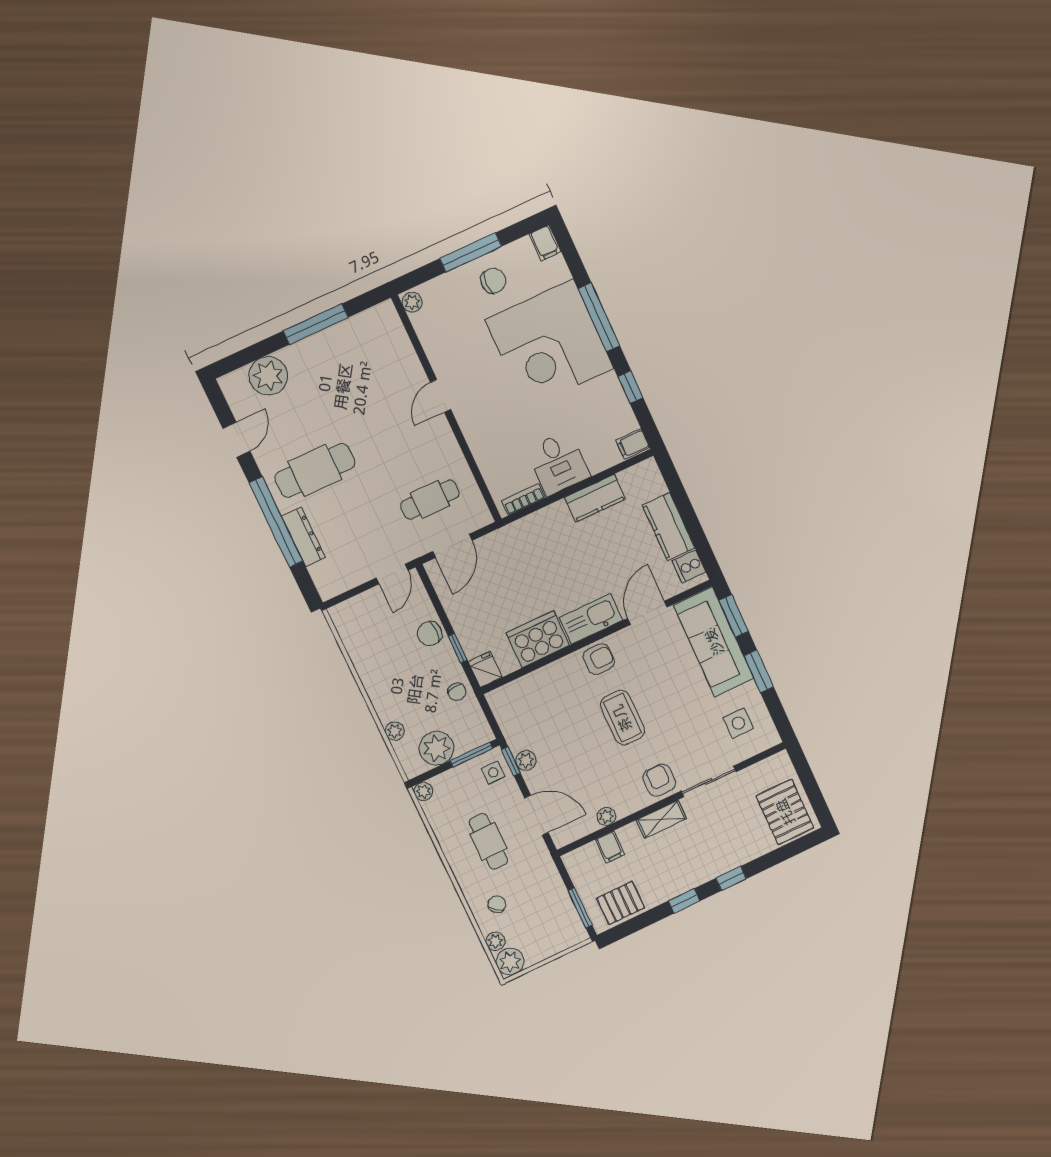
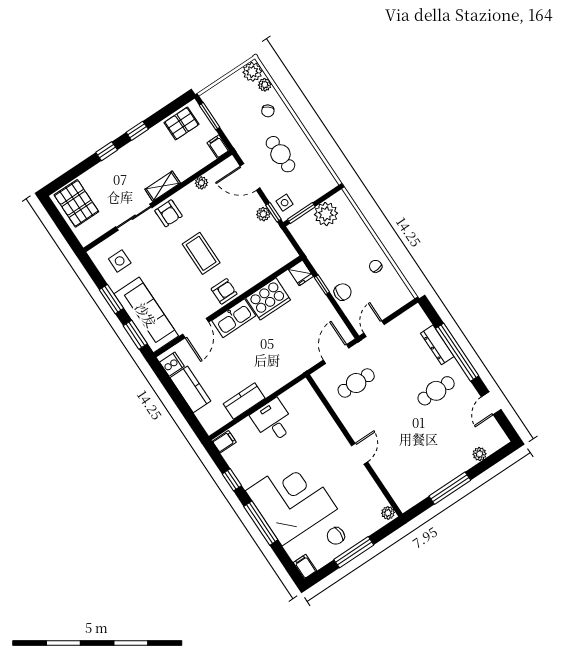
plant: (268, 376) -> (479, 454), width x0.53, depth x0.53
cafe table: (315, 470) -> (436, 391), width x0.73, depth x0.74
bookcase: (523, 499) -> (293, 393), removed
armchair: (599, 659) -> (224, 291), turned 180
chair: (457, 692) -> (376, 266), moved
plant: (395, 731) -> (356, 222), removed
plant: (423, 791) -> (330, 183), removed
filing cabinet: (610, 847) -> (218, 147), moved

